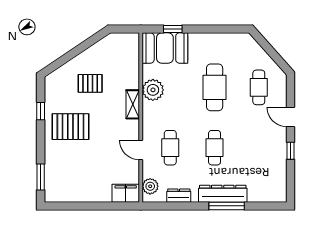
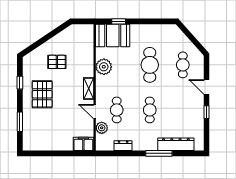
shelving: (133, 104) -> (89, 88), moved
pallet: (70, 127) -> (42, 94), turned 90
window: (41, 177) -> (20, 122), moved
plant: (150, 186) -> (102, 128), moved
dresser: (223, 194) -> (176, 144), moved

